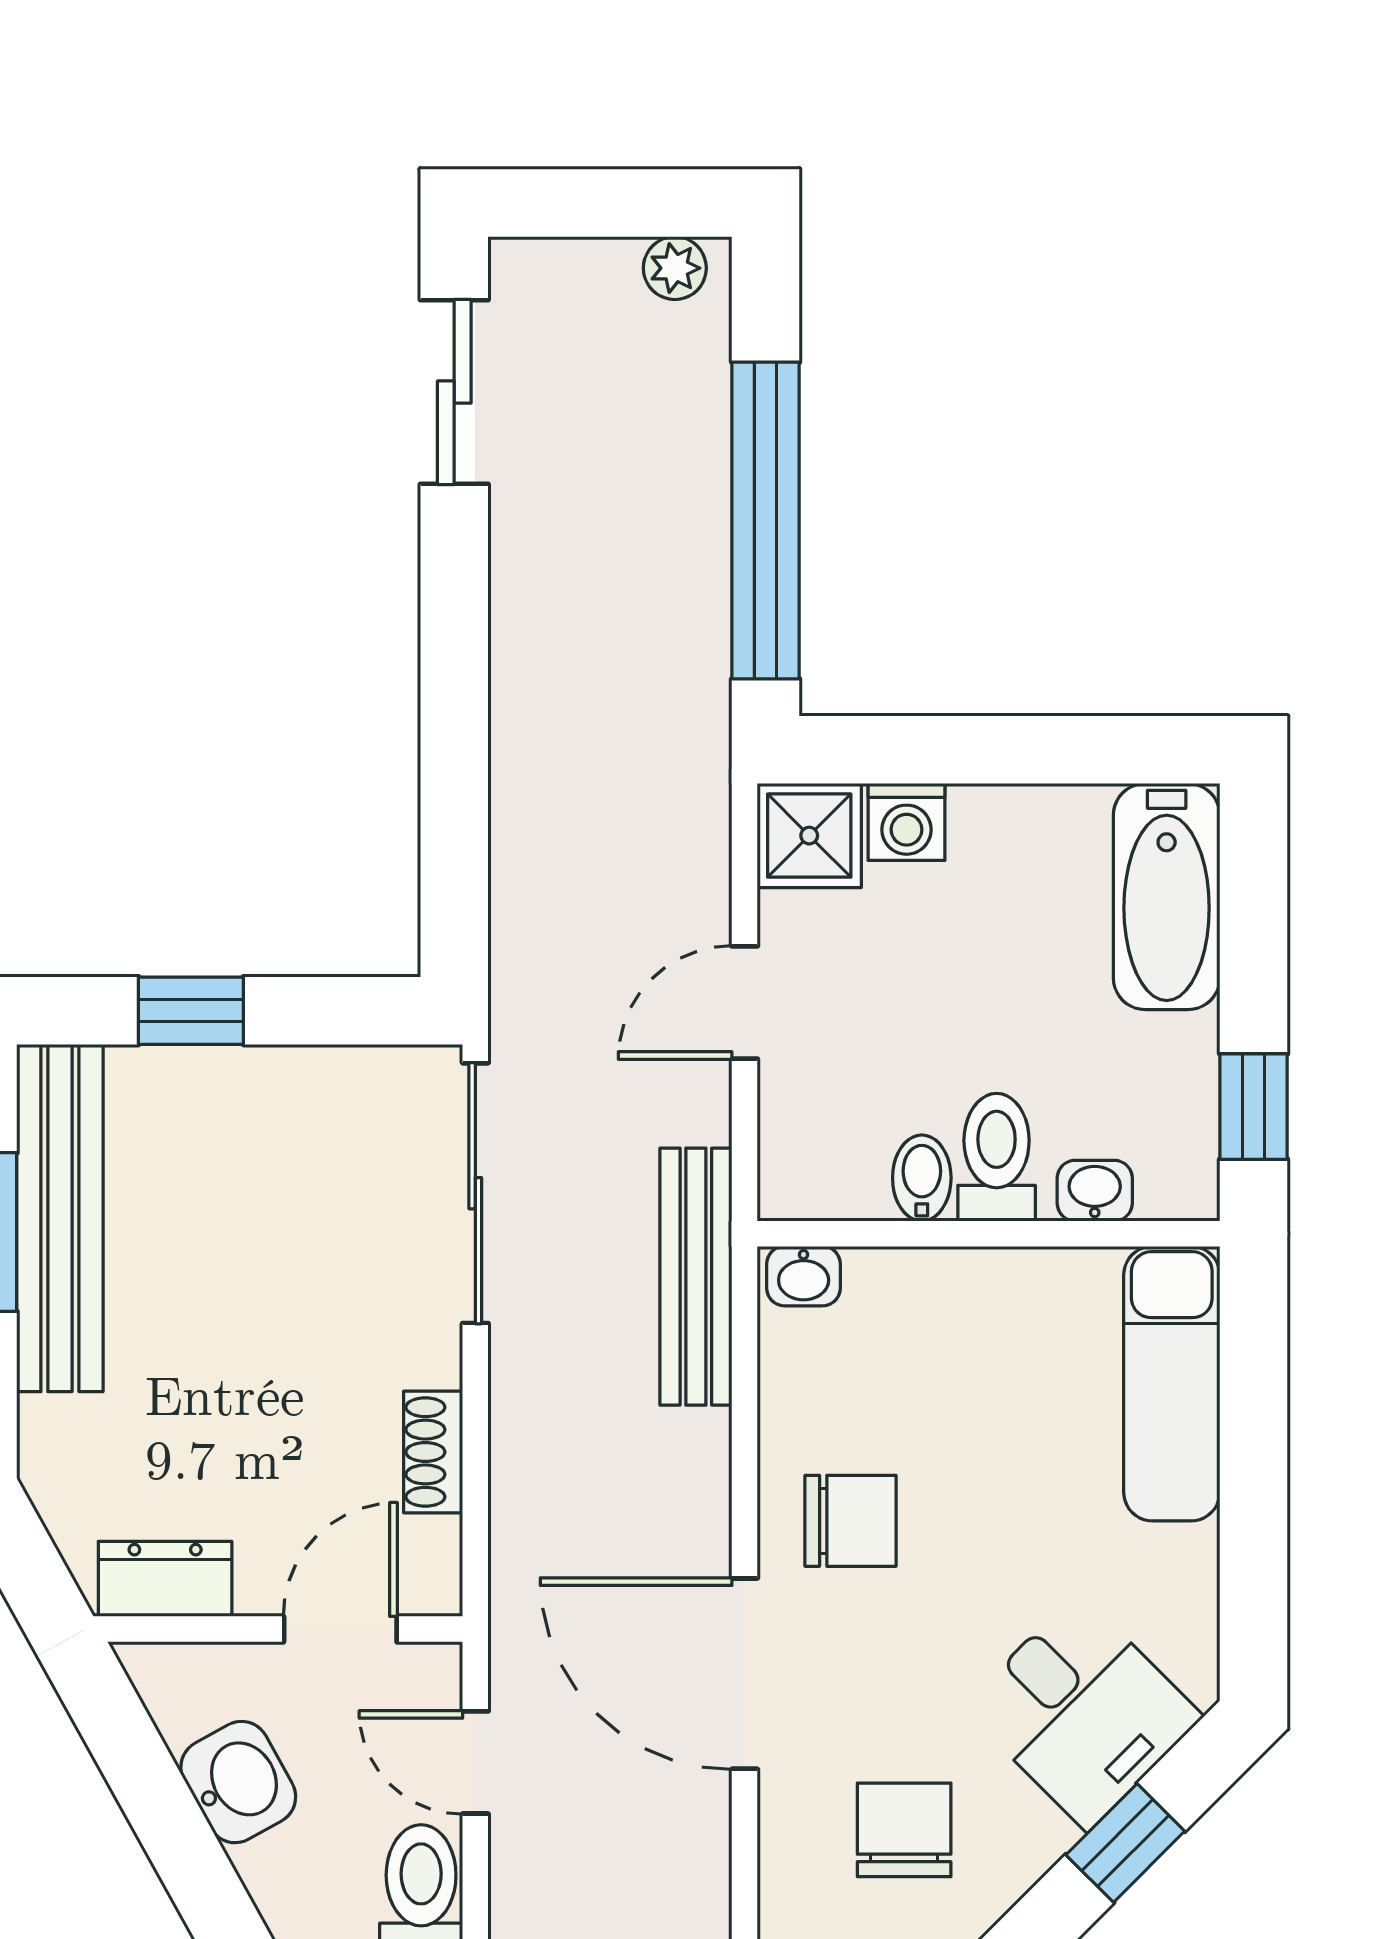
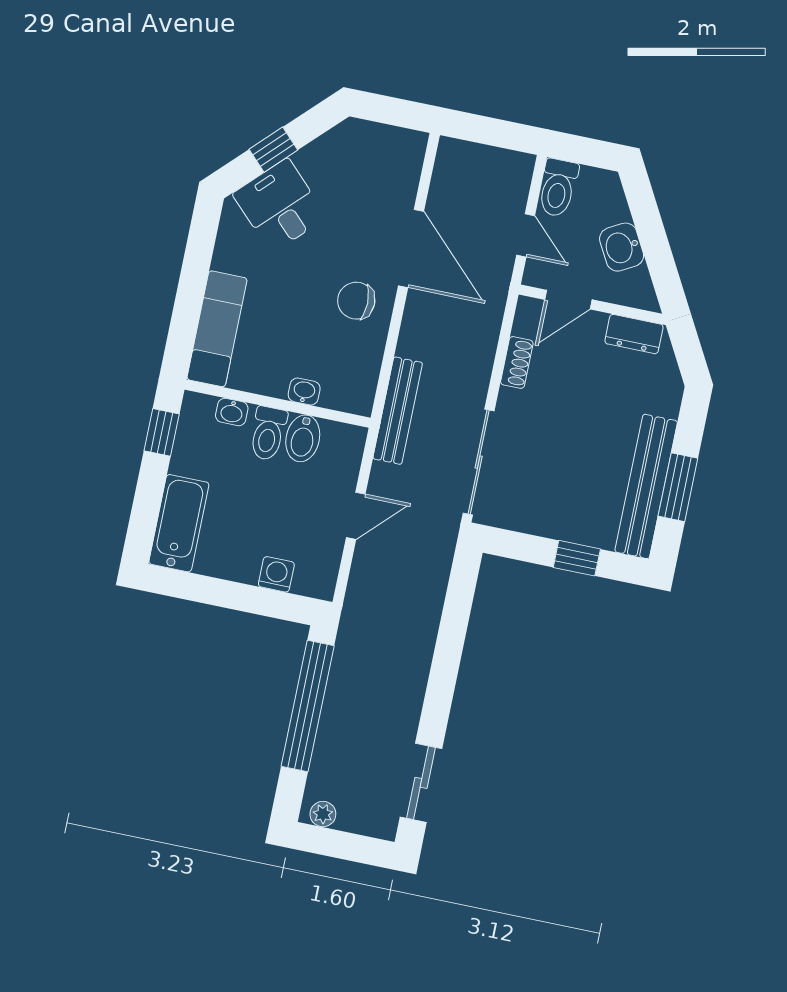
shower: (809, 836) -> (316, 577), removed
bidet: (922, 1178) -> (303, 438), width x1.38, depth x1.36
washbasin: (804, 1276) -> (304, 392), moved
chair: (904, 1830) -> (360, 173), removed

